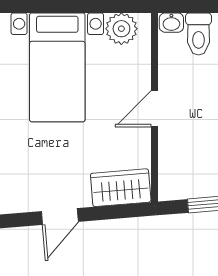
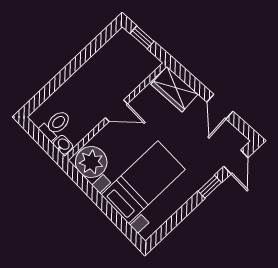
plant: (121, 29) -> (91, 162), width x1.36, depth x1.36
door: (60, 216) -> (220, 107), swing flipped

